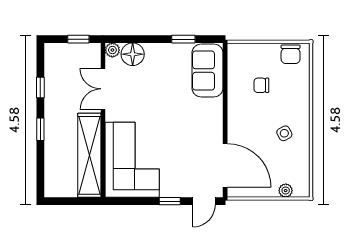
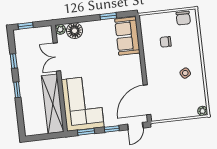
window: (78, 39) -> (26, 26), moved
door: (225, 165) -> (147, 100), swing flipped
plant: (286, 191) -> (203, 111), moved
window: (132, 201) -> (86, 132), added

